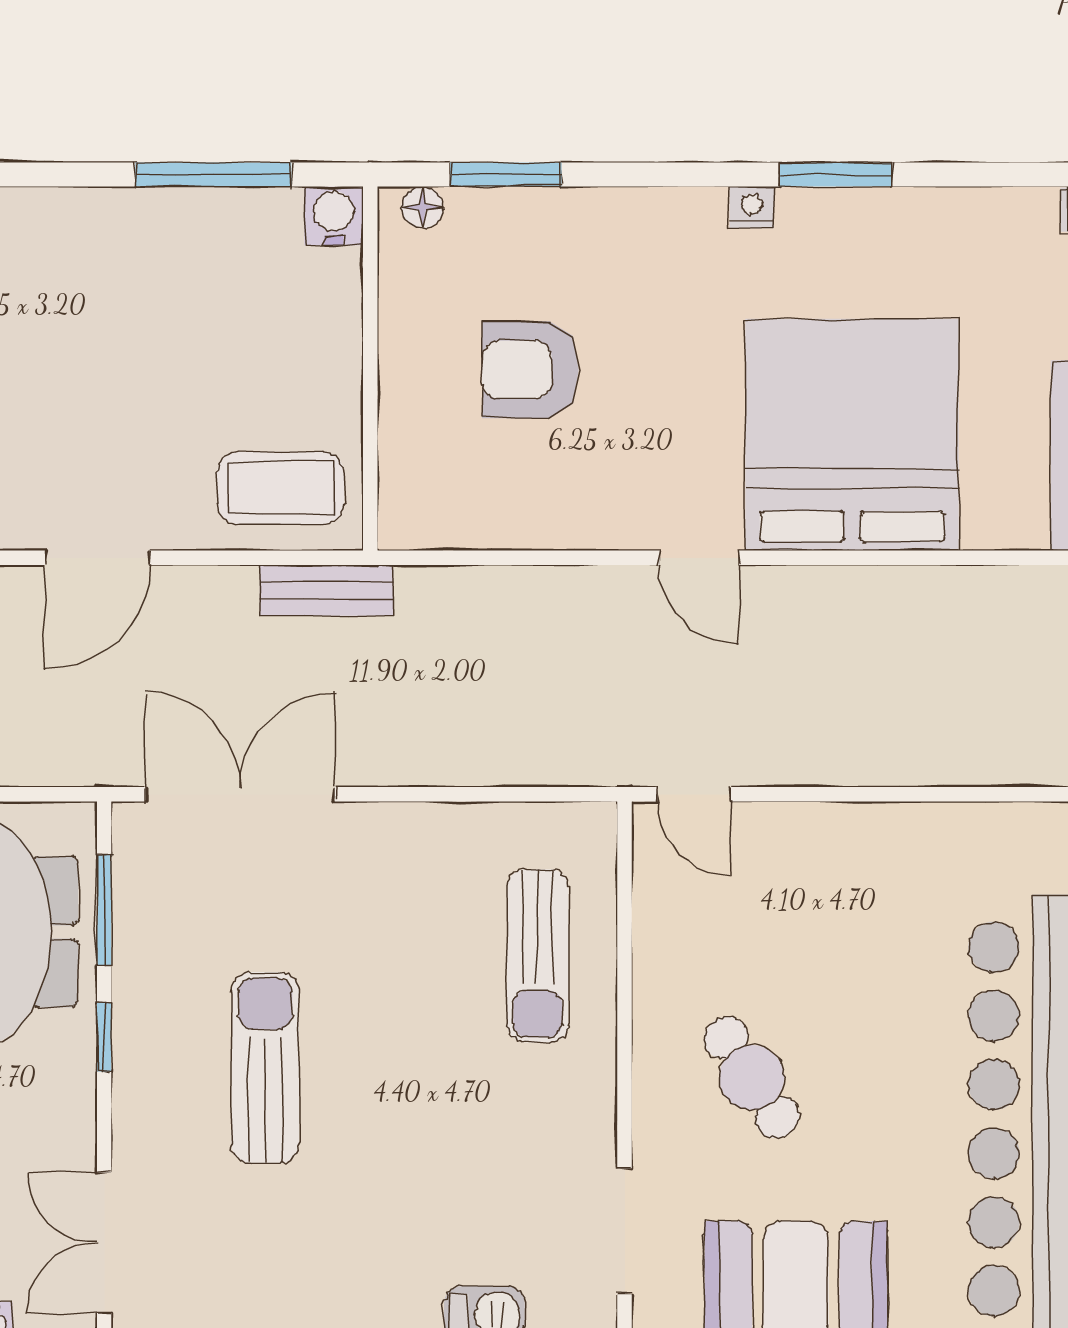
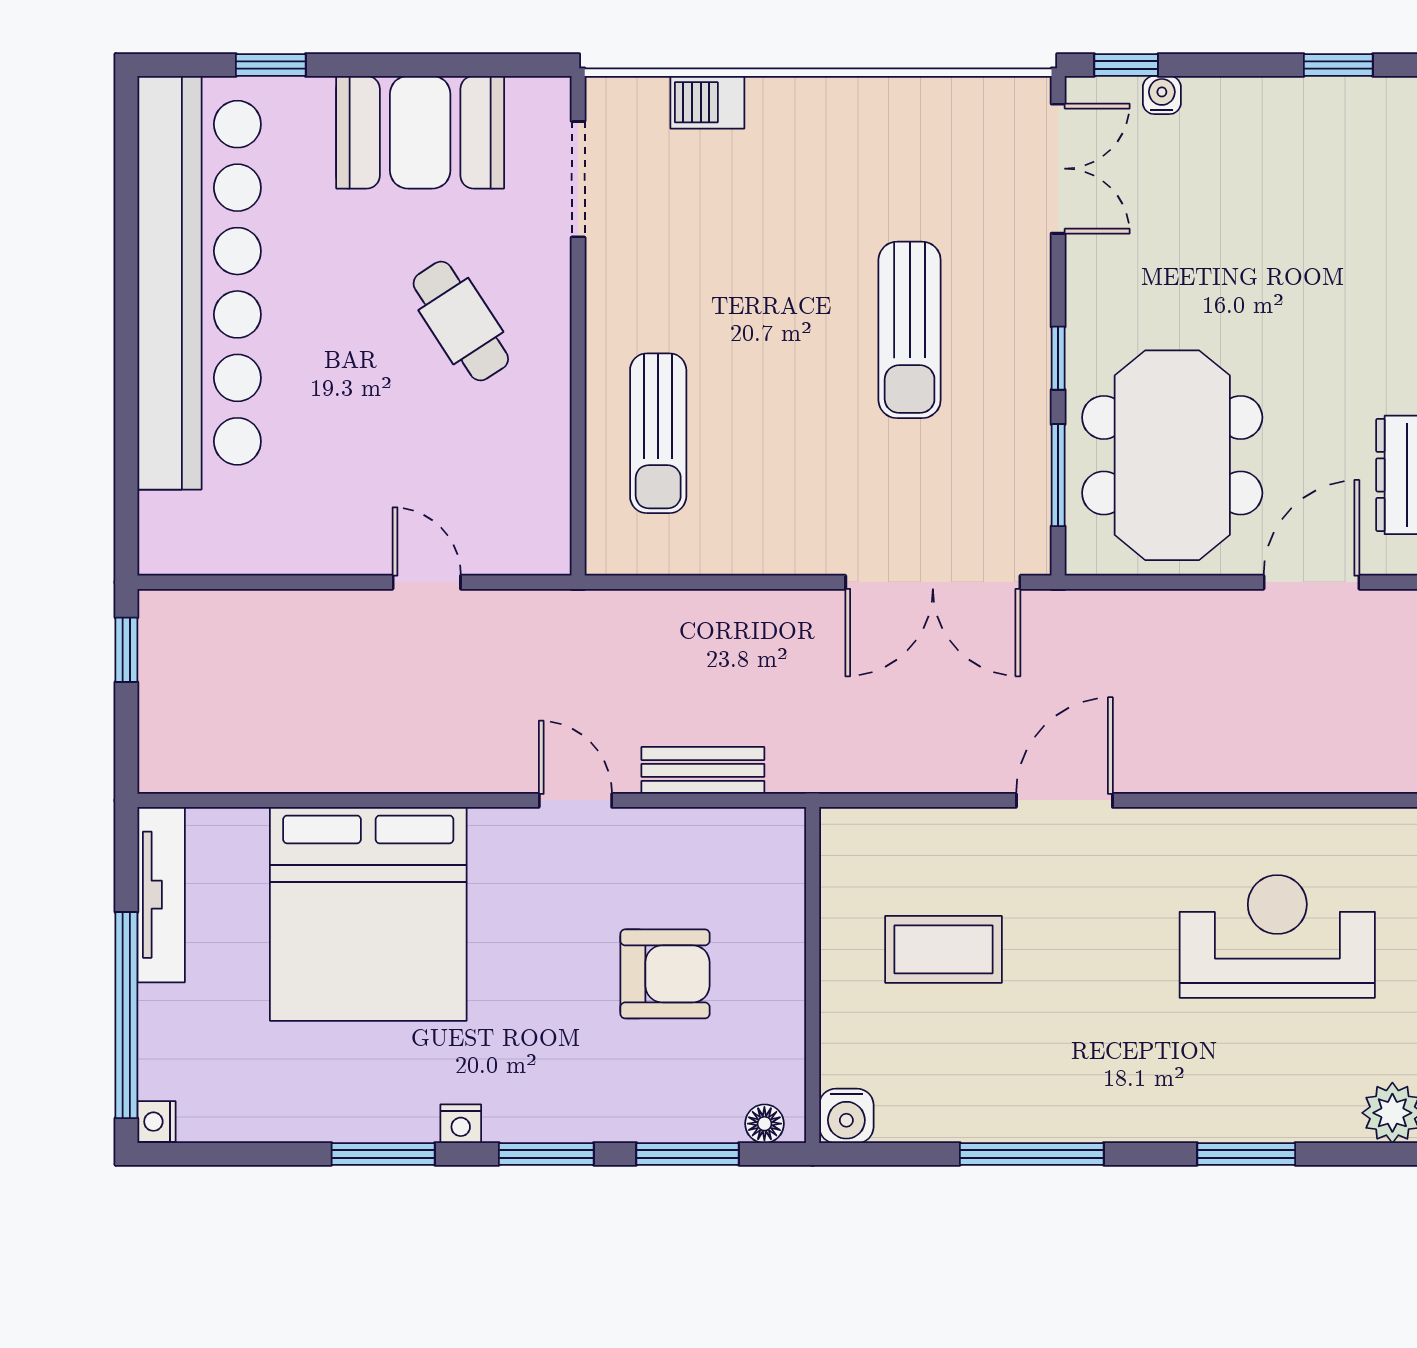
window: (213, 175) -> (1032, 1154), moved
window: (659, 175) -> (546, 1154), added
coffee table: (281, 488) -> (944, 949), moved
door: (699, 558) -> (575, 800), moved
bench: (327, 590) -> (703, 770), moved
door: (694, 794) -> (427, 582), moved
sun lounger: (538, 956) -> (658, 433), turned 180

